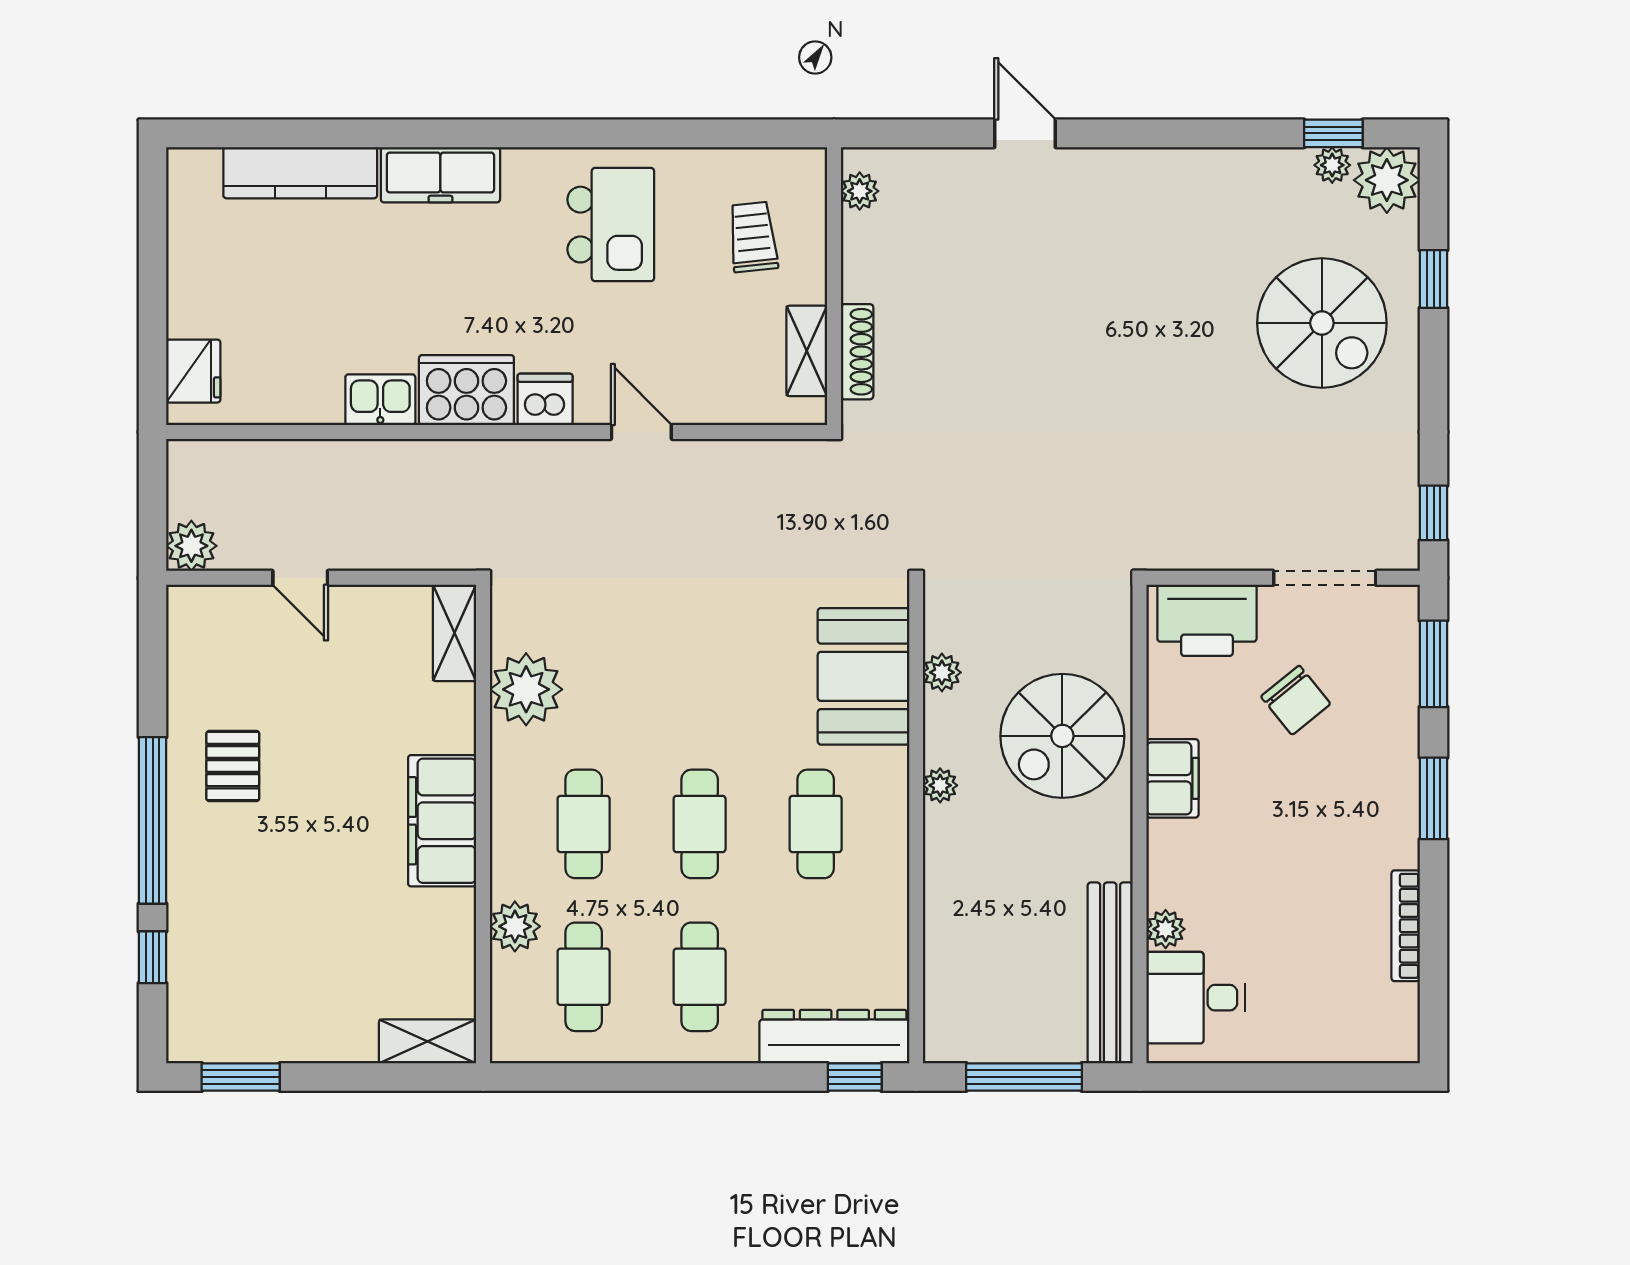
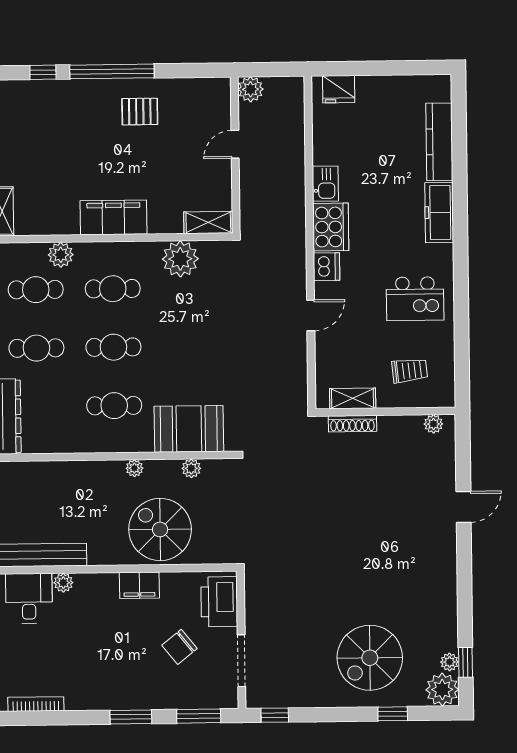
bookcase: (1406, 926) -> (36, 704), moved

